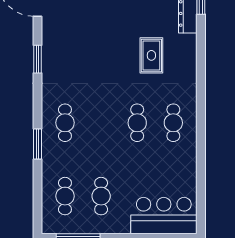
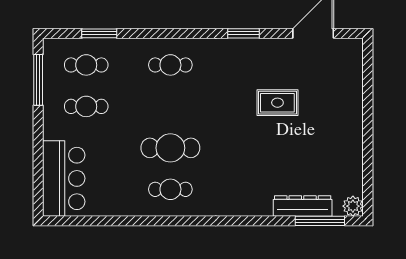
rug: (151, 55) -> (277, 103), moved
cafe table: (137, 123) -> (170, 148), width x1.37, depth x1.35
window: (37, 144) -> (99, 33), moved

